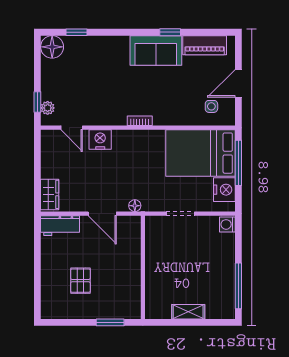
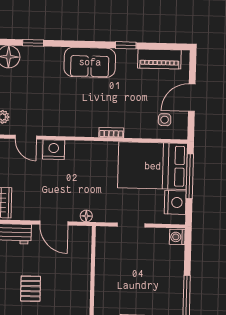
sofa: (156, 50) -> (90, 62), moved
bookcase: (140, 121) -> (111, 133), moved

